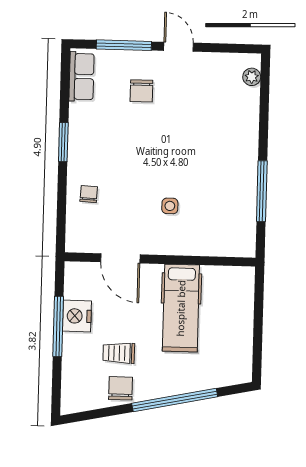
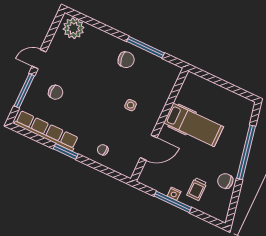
row of seats: (81, 76) -> (46, 131), width x2.02
plant: (252, 77) -> (74, 28), width x1.87, depth x1.87
chair: (232, 171) -> (126, 60), added
nightstand: (77, 316) -> (174, 194), width x0.53, depth x0.56
trolley: (119, 353) -> (197, 189), moved

